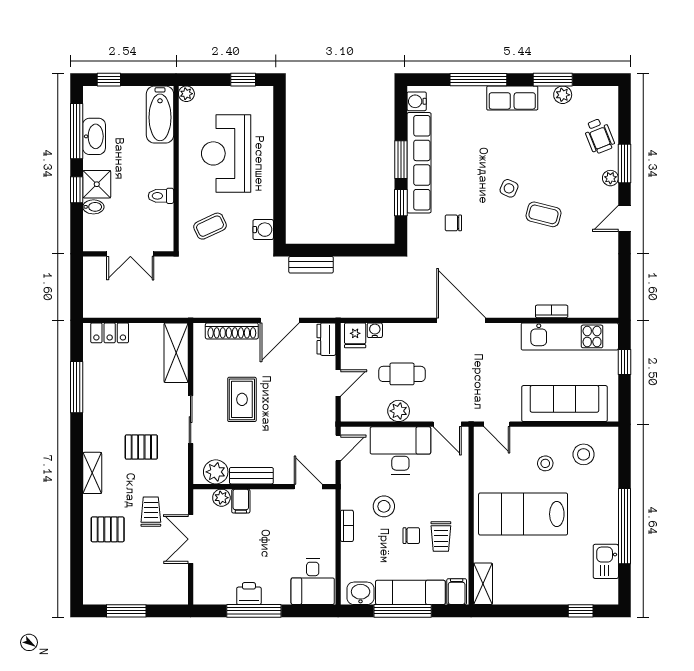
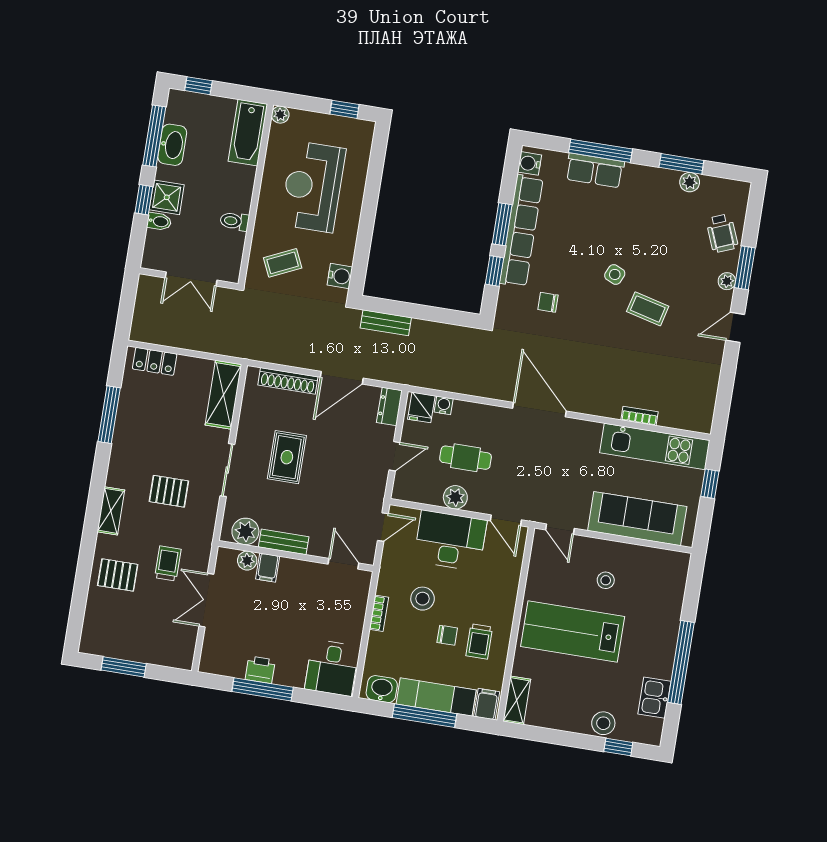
row of seats: (512, 98) -> (595, 170), moved
stool: (584, 454) -> (603, 723), moved

